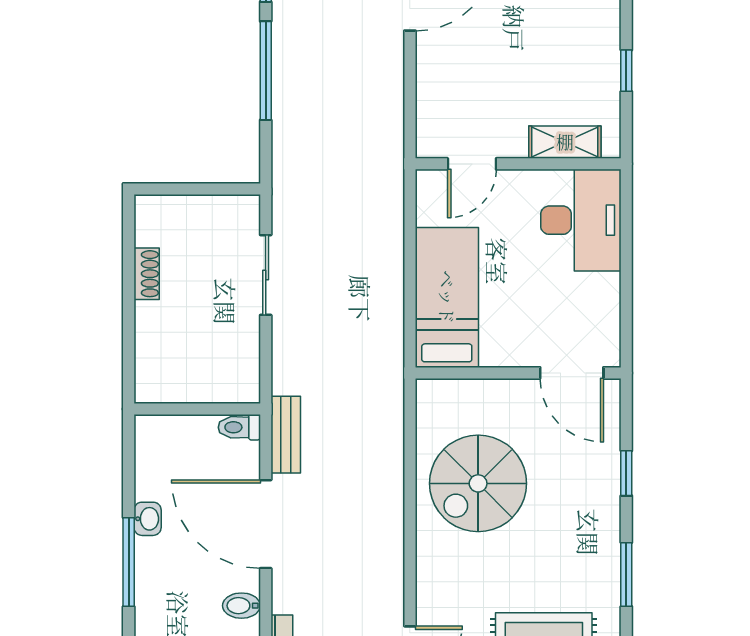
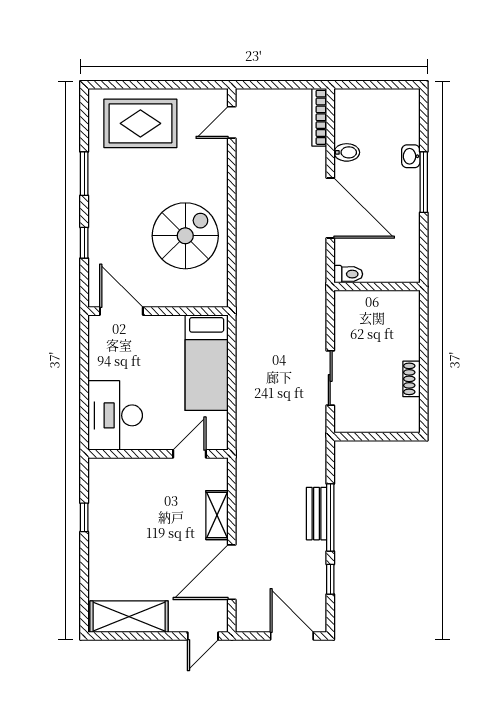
shelving: (565, 142) -> (217, 515), moved, turned 90
bench: (286, 435) -> (316, 514), moved
washbasin: (148, 519) -> (411, 156), moved

